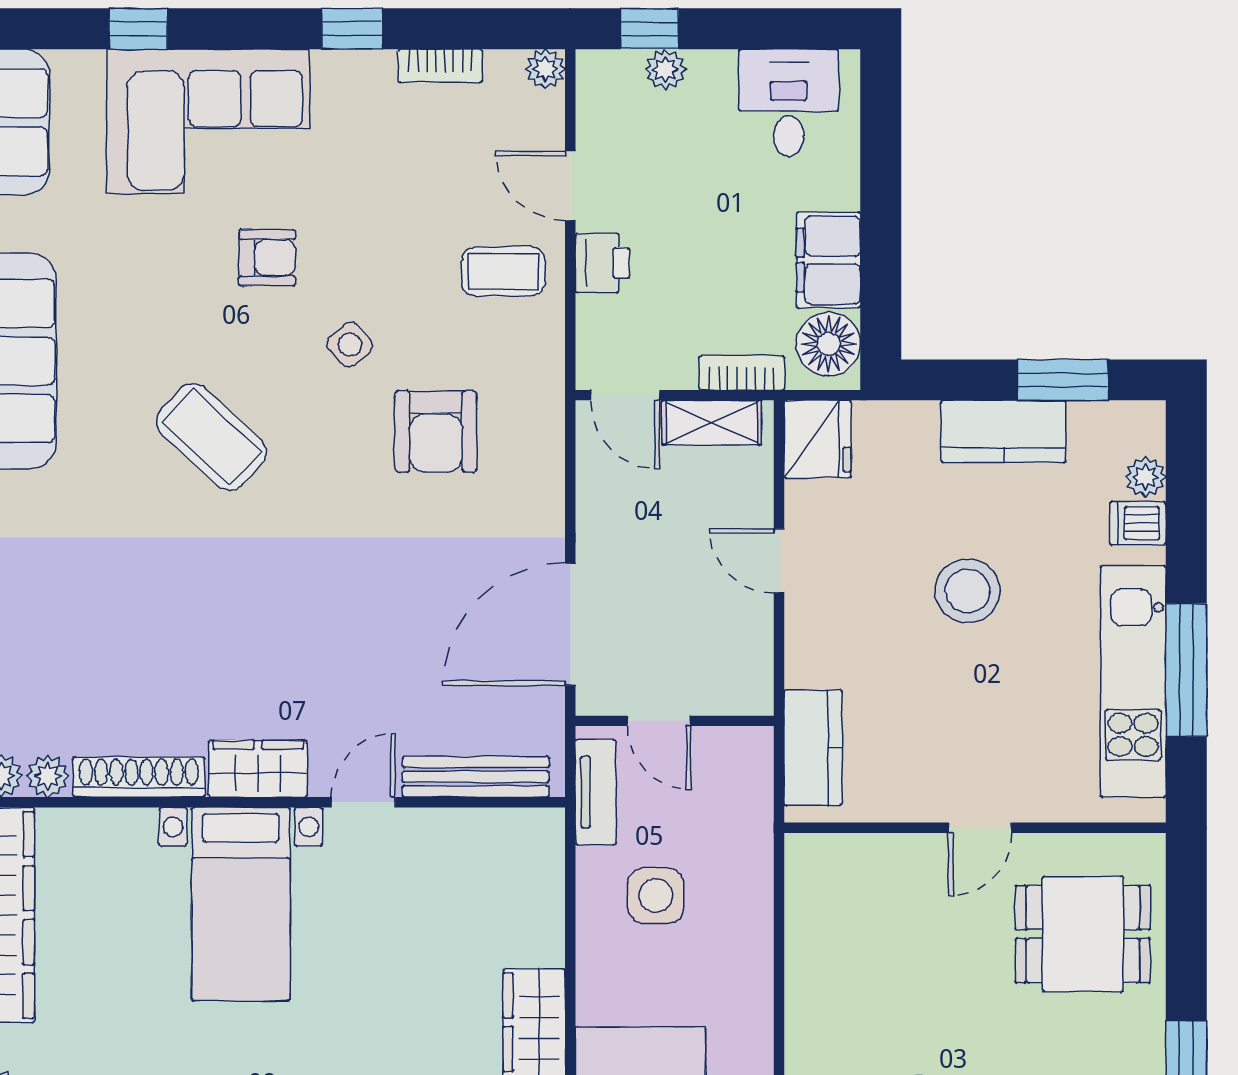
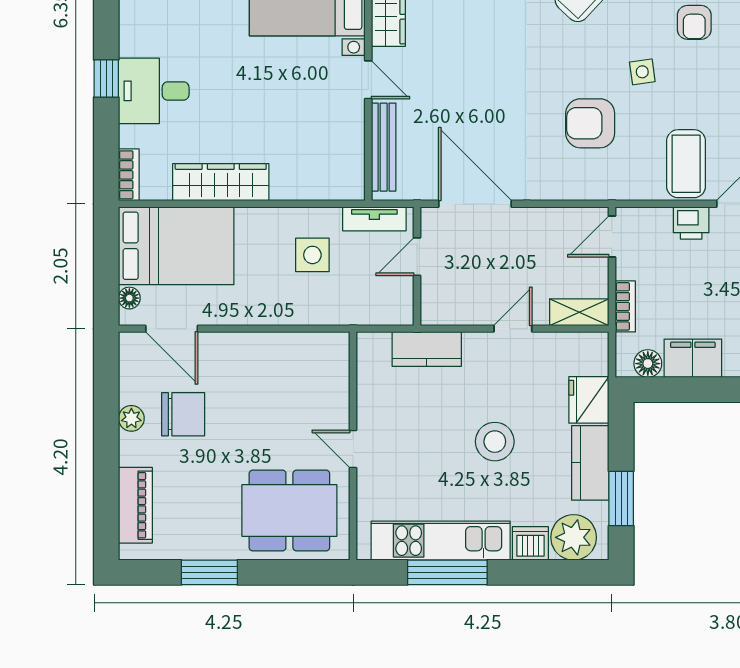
coffee table: (503, 271) -> (686, 164), width x1.36, depth x1.30
floor lamp: (829, 344) -> (648, 364), width x0.73, depth x0.73
side table: (350, 345) -> (642, 72), turned 34
shelving: (712, 423) -> (579, 312), moved, turned 90
fridge: (818, 439) -> (589, 400), moved, turned 90
plant: (1146, 477) -> (574, 537), width x1.87, depth x1.87
dishwasher: (1138, 523) -> (530, 543), width x1.38
kitchen counter: (813, 748) -> (427, 349), moved
dining table: (1083, 934) -> (289, 511), width x1.38

